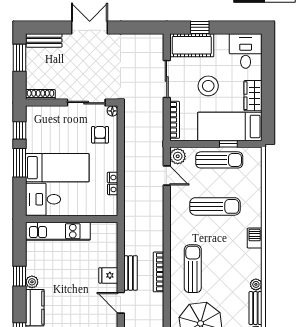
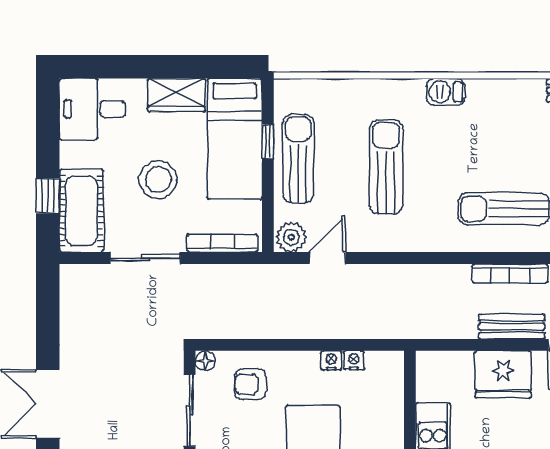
fridge: (108, 275) -> (503, 374), width x1.88, depth x1.34
plant: (256, 284) -> (533, 89), removed

